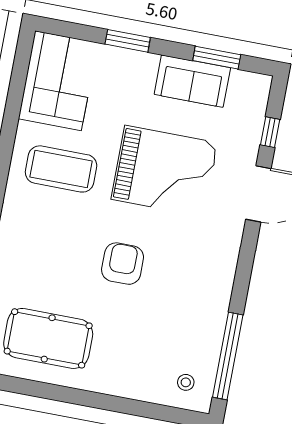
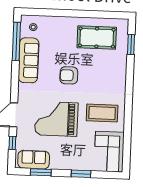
sofa: (192, 81) -> (34, 160), moved
armchair: (123, 264) -> (69, 75), turned 90
sofa: (207, 310) -> (29, 60), added

